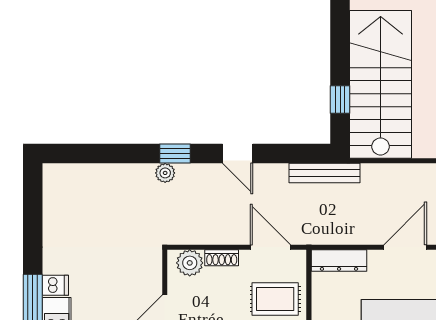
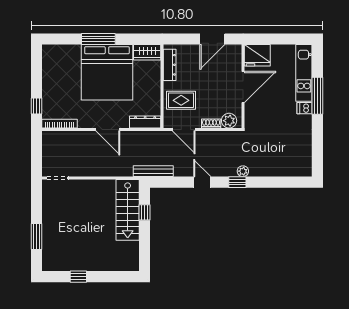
stairs: (381, 84) -> (128, 210), width x0.73, depth x0.66
door: (405, 247) -> (108, 129), hinge flipped

